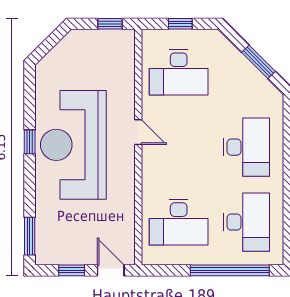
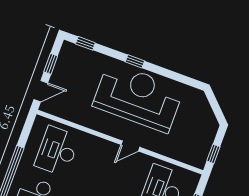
window: (30, 142) -> (135, 61), moved
window: (30, 236) -> (85, 43), width x0.67

